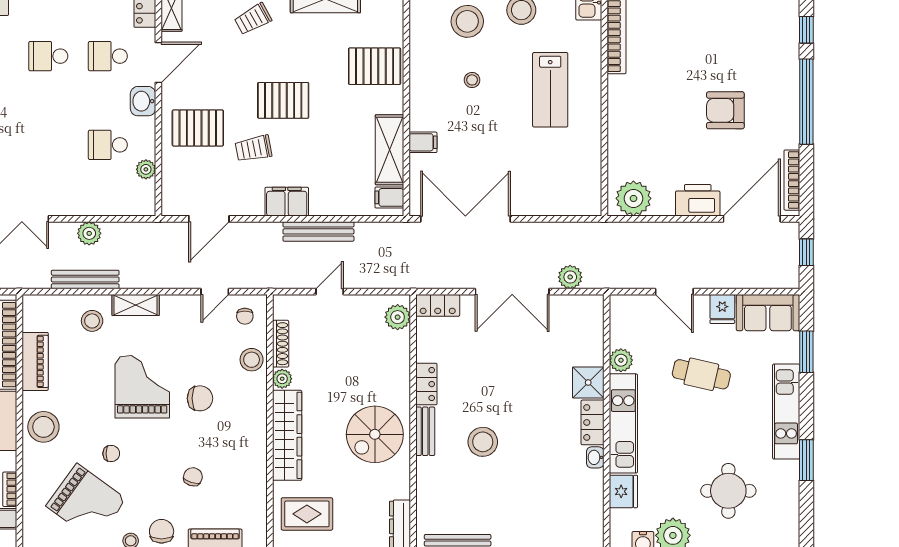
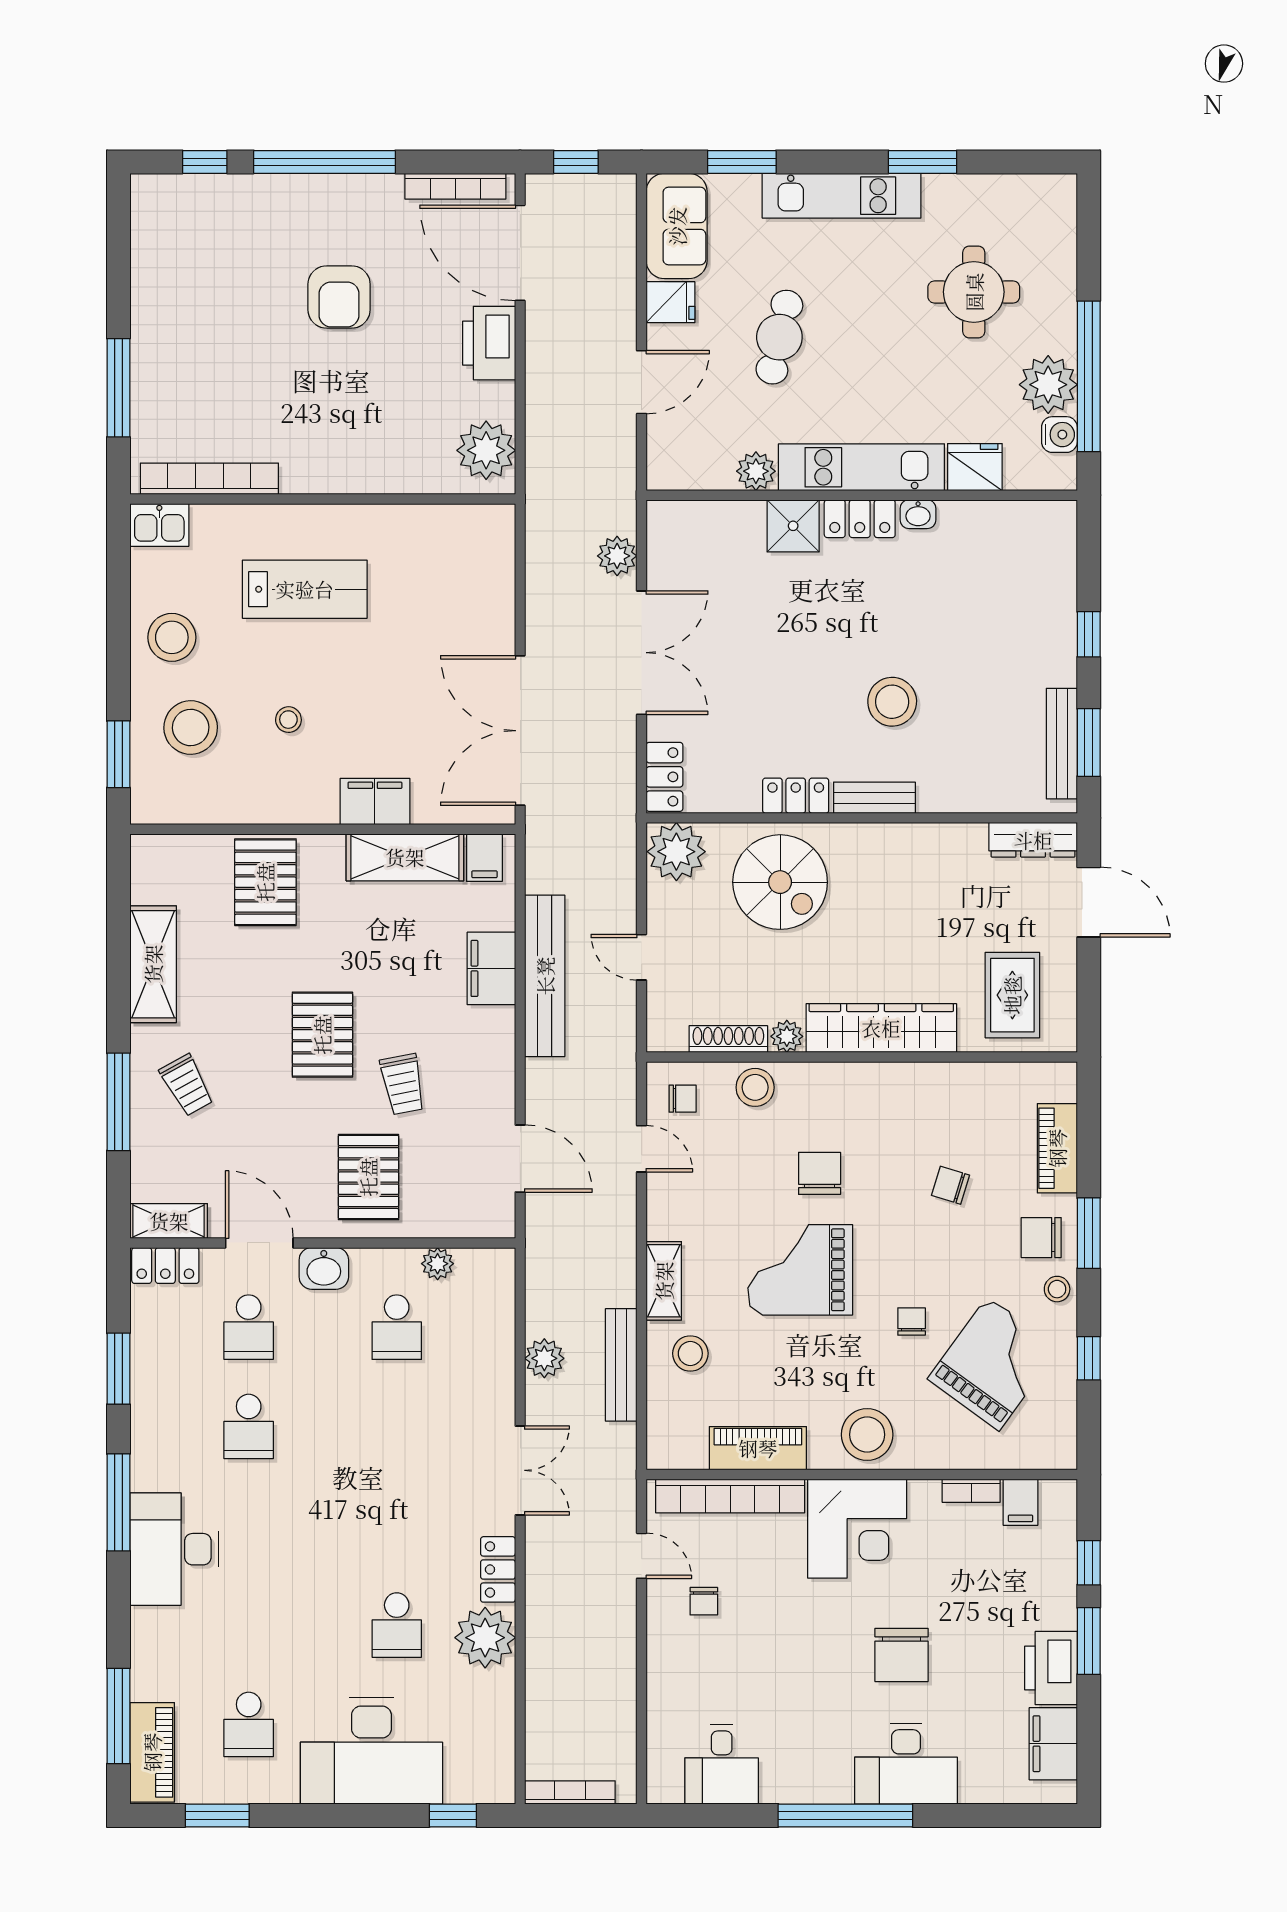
filing cabinet: (423, 142) -> (375, 801), width x2.00
filing cabinet: (287, 202) -> (491, 968), moved
bench: (318, 231) -> (545, 976), width x1.37, depth x1.21
plant: (398, 317) -> (676, 852), width x1.36, depth x1.36
spiral stairs: (375, 434) -> (780, 882), moved

